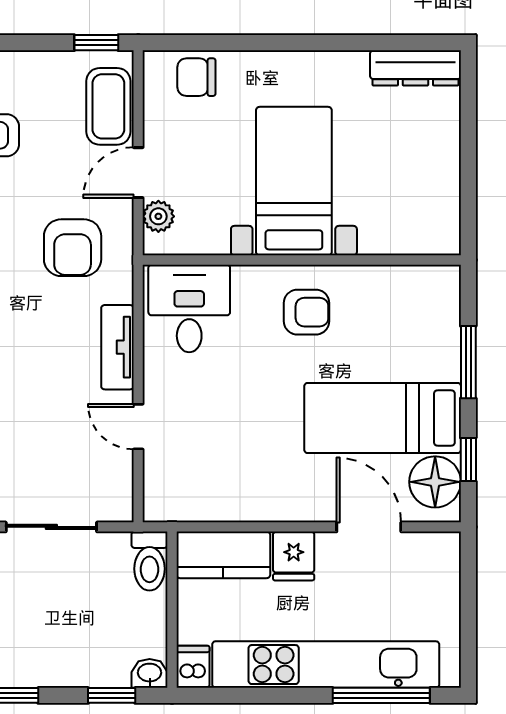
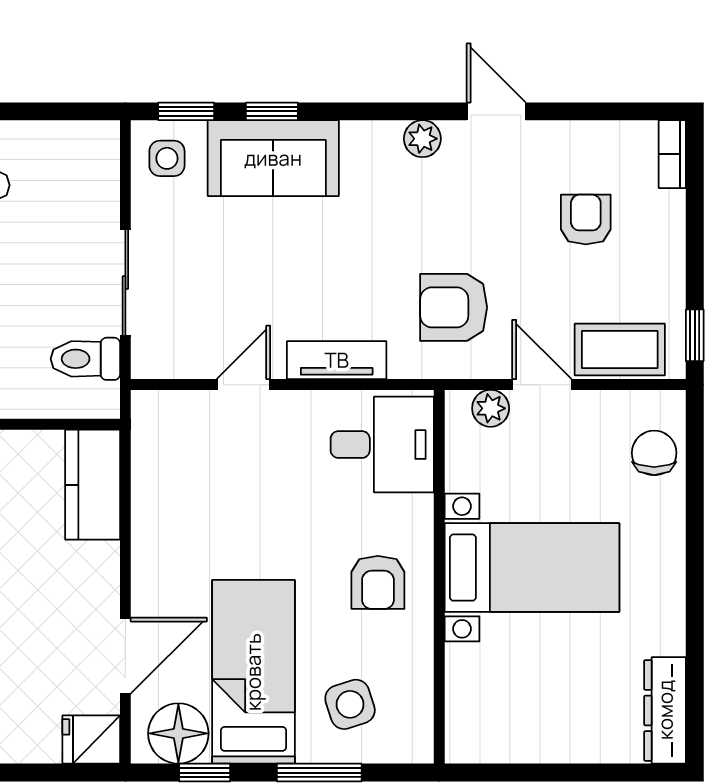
side table: (410, 336) -> (350, 704), added
fridge: (294, 556) -> (91, 740), moved
toilet: (150, 561) -> (85, 359), moved

